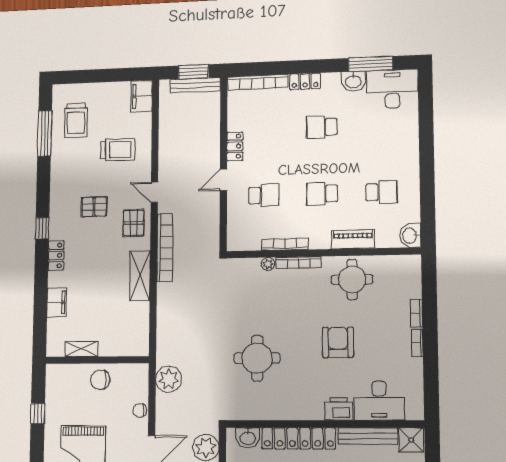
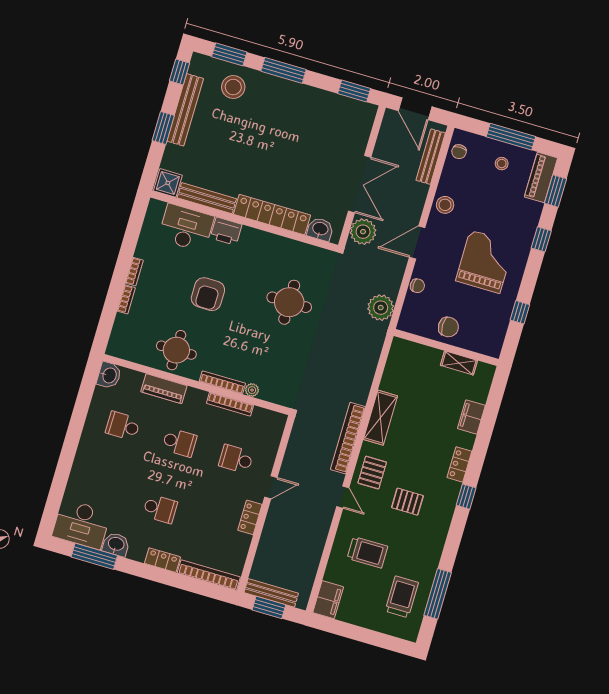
trolley: (118, 150) -> (367, 552), turned 180

